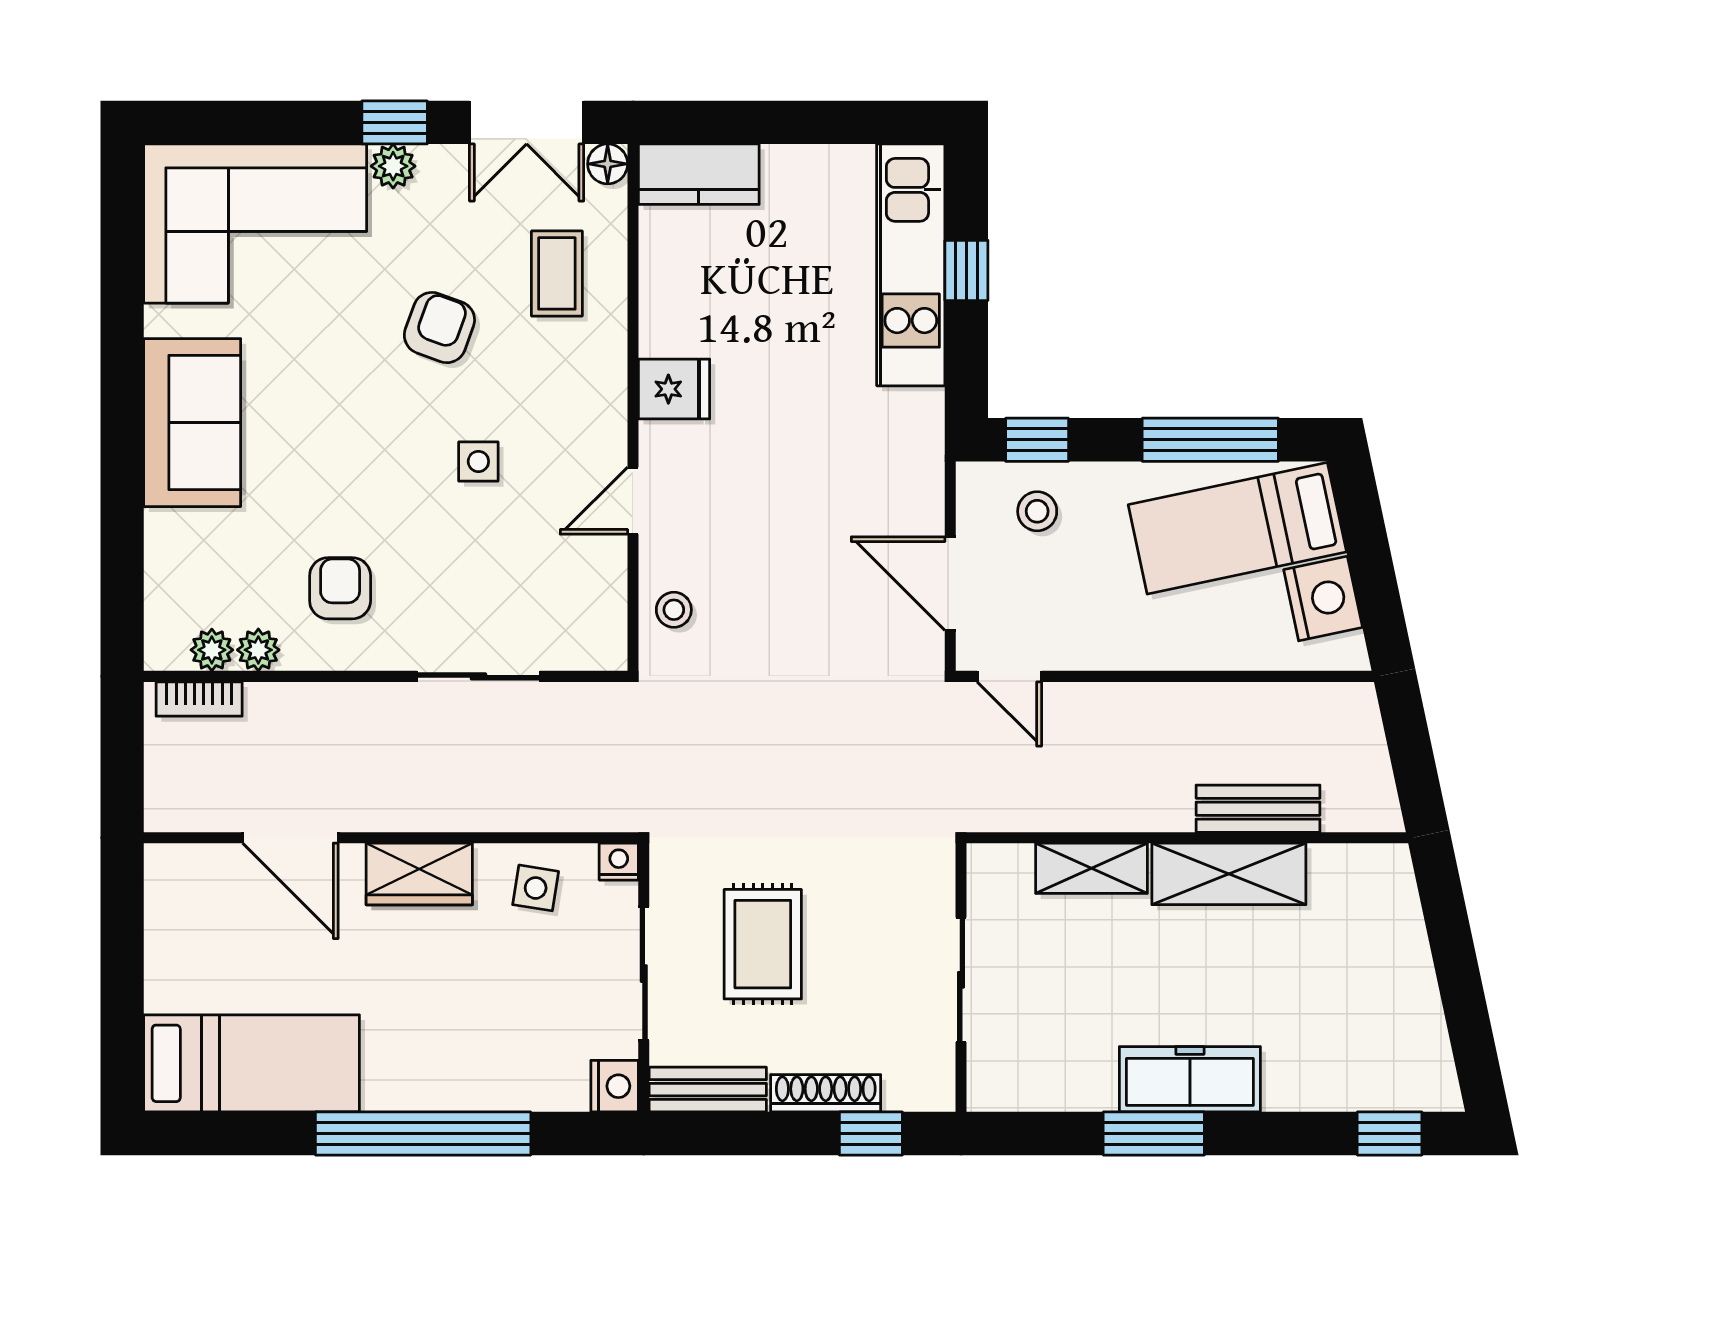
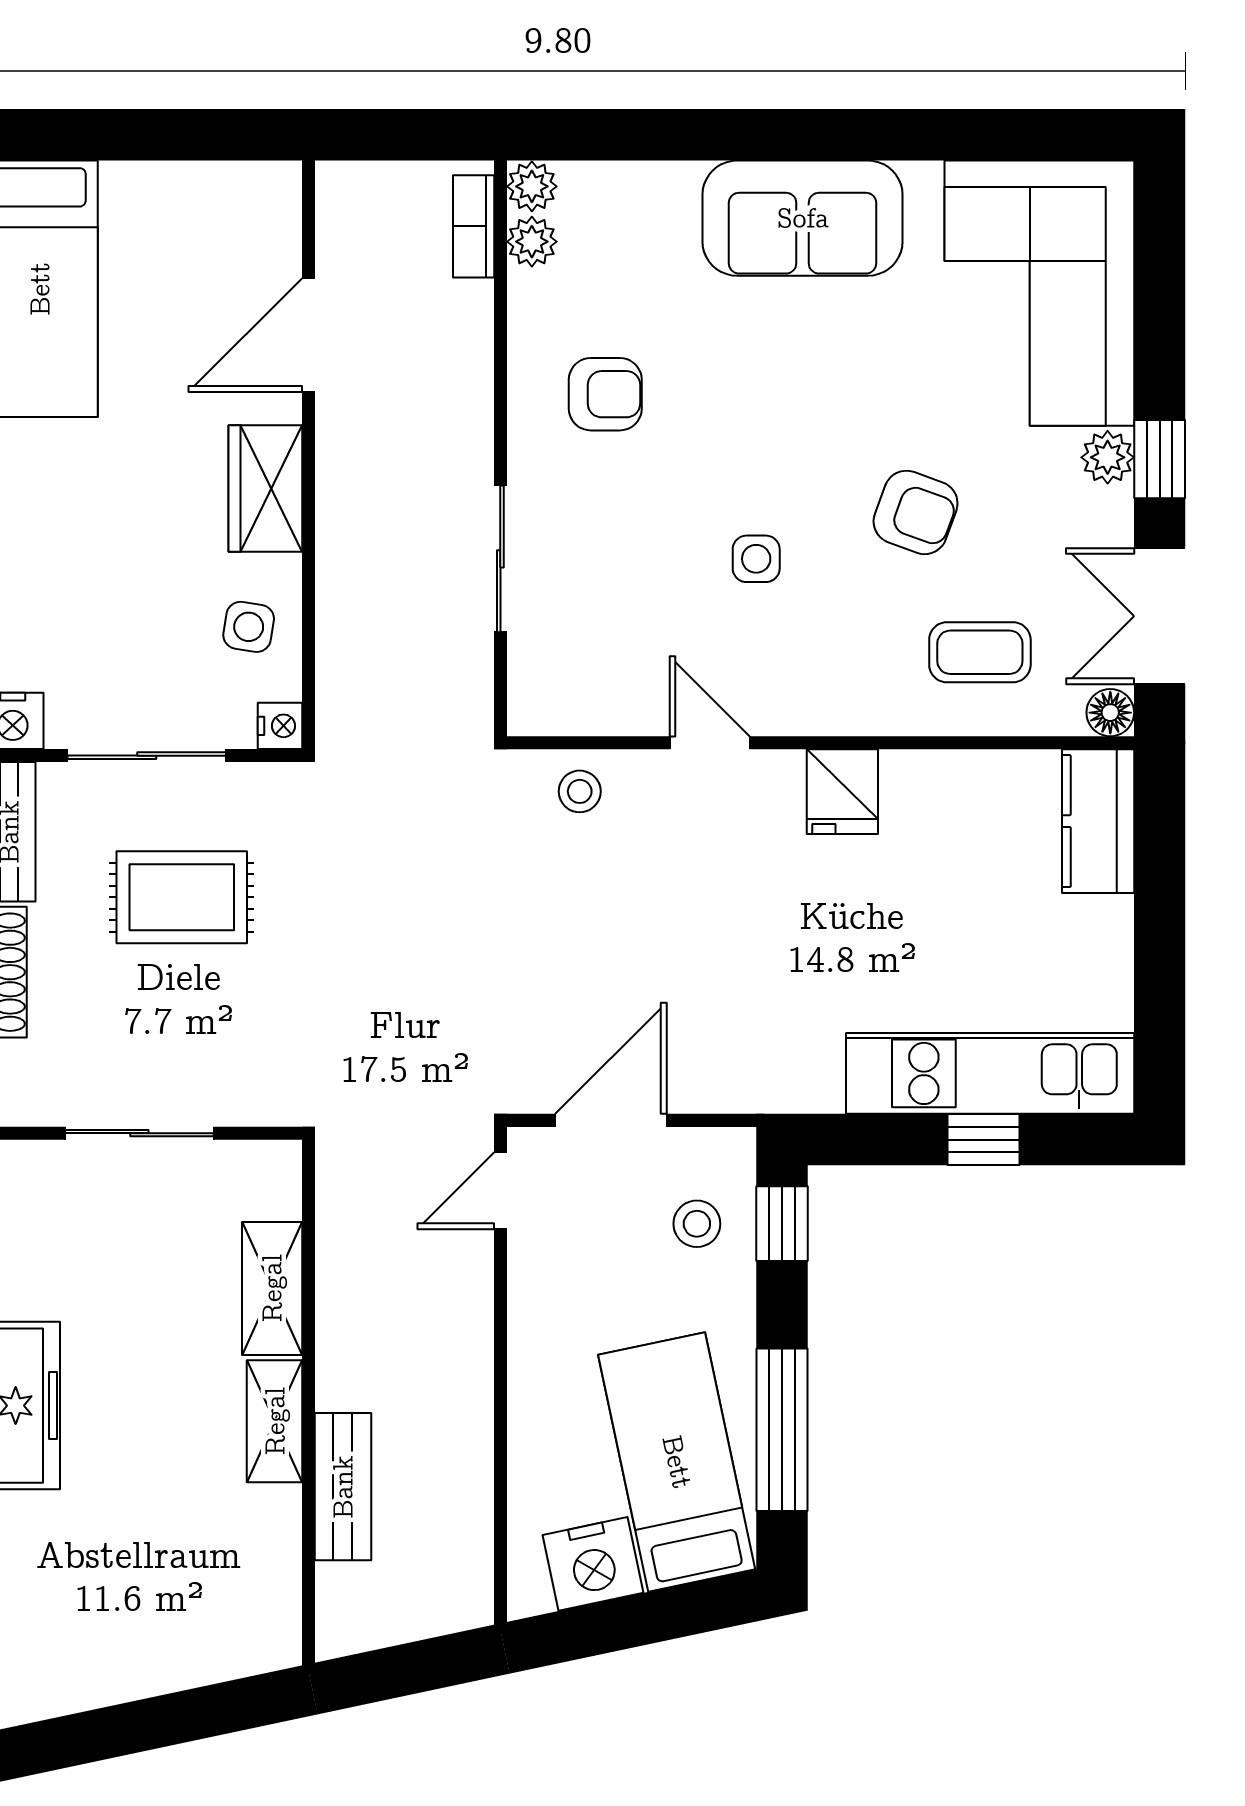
plant: (258, 650) -> (532, 186), moved
shelving: (1229, 874) -> (275, 1421), width x0.67, depth x0.75

